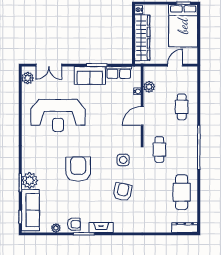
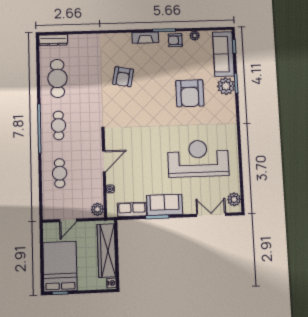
plant: (149, 87) -> (97, 209), moved
cafe table: (159, 150) -> (59, 125), moved
side table: (123, 160) -> (124, 112), removed
armchair: (78, 169) -> (190, 93), moved

